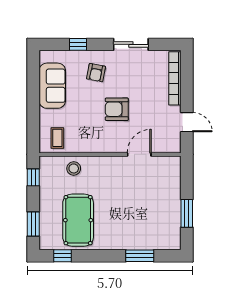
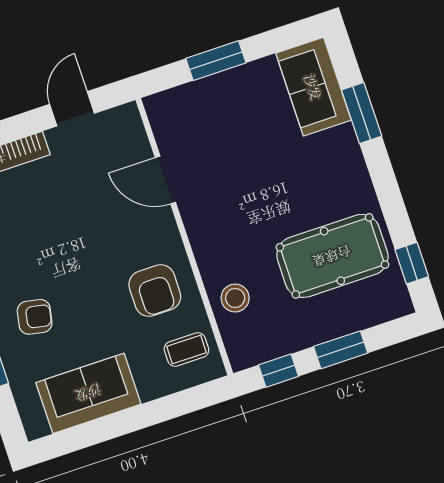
armchair: (117, 109) -> (155, 291), moved
window: (187, 213) -> (216, 61), moved
window: (33, 224) -> (341, 350), moved
sofa: (160, 238) -> (313, 87), added

